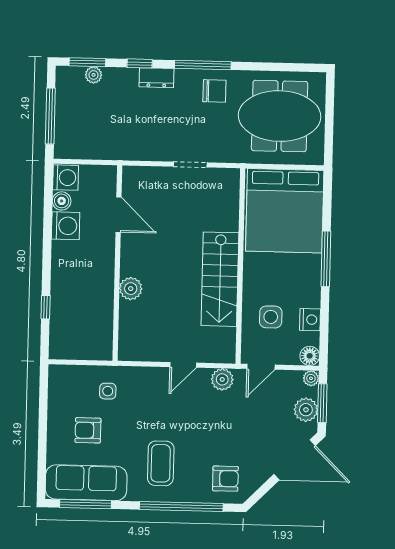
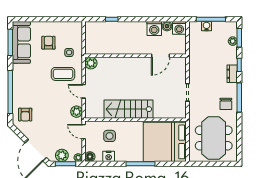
water cooler: (63, 125) -> (206, 26), added
plant: (131, 289) -> (91, 63), moved
coffee table: (161, 463) -> (63, 74), moved

